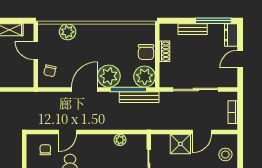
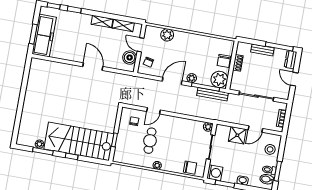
door: (240, 59) -> (294, 79), hinge flipped
boiler: (25, 69) -> (130, 58), added
plant: (109, 76) -> (192, 78), width x0.53, depth x0.53
plant: (120, 140) -> (208, 127), moved

